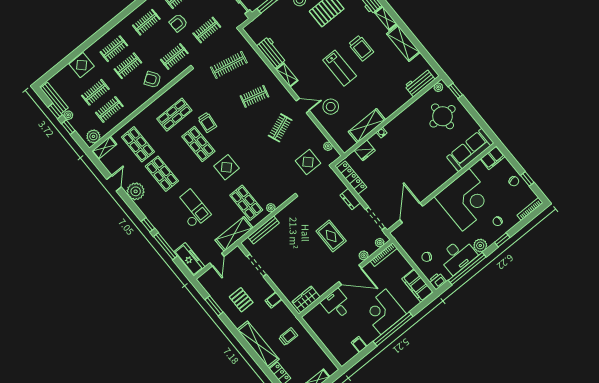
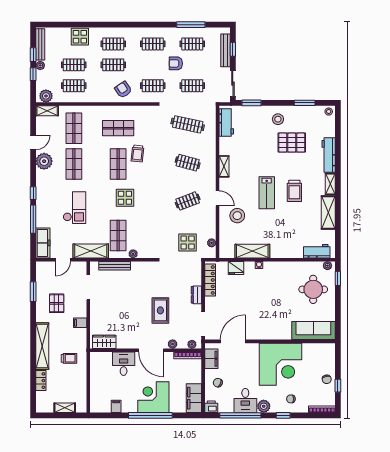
workbench: (272, 52) -> (226, 123), moved
filing cabinet: (493, 158) -> (211, 359), moved, turned -90
desk: (458, 256) -> (245, 400), width x0.73

